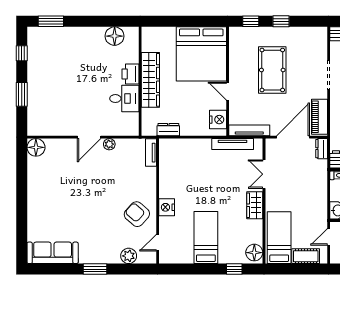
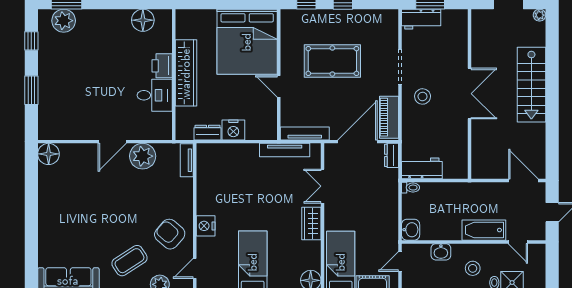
plant: (49, 36) -> (64, 21), added
pool table: (272, 70) -> (332, 61), turned 90
nightstand: (218, 120) -> (233, 130), moved, turned 90
plant: (109, 144) -> (143, 156), width x1.88, depth x1.88
coffee table: (103, 236) -> (130, 261), added

